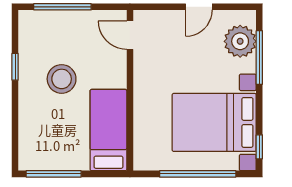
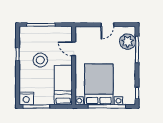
door: (130, 35) -> (74, 49), moved
bed with nightstands: (214, 122) -> (99, 84), moved, turned 90
nightstand: (33, 158) -> (26, 98), added

